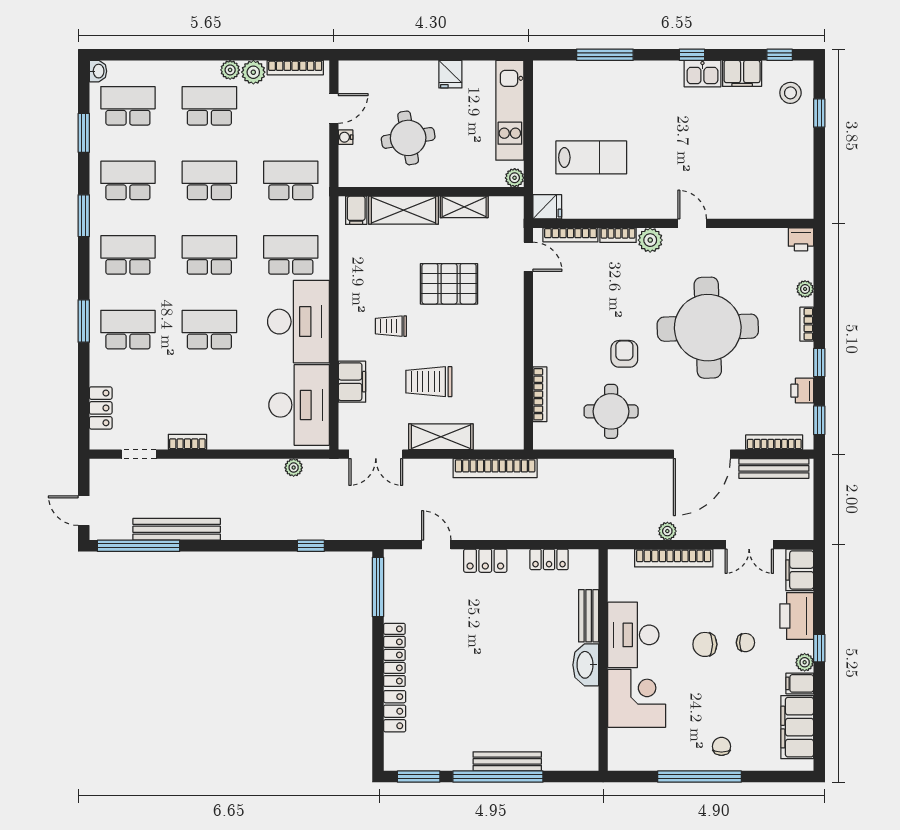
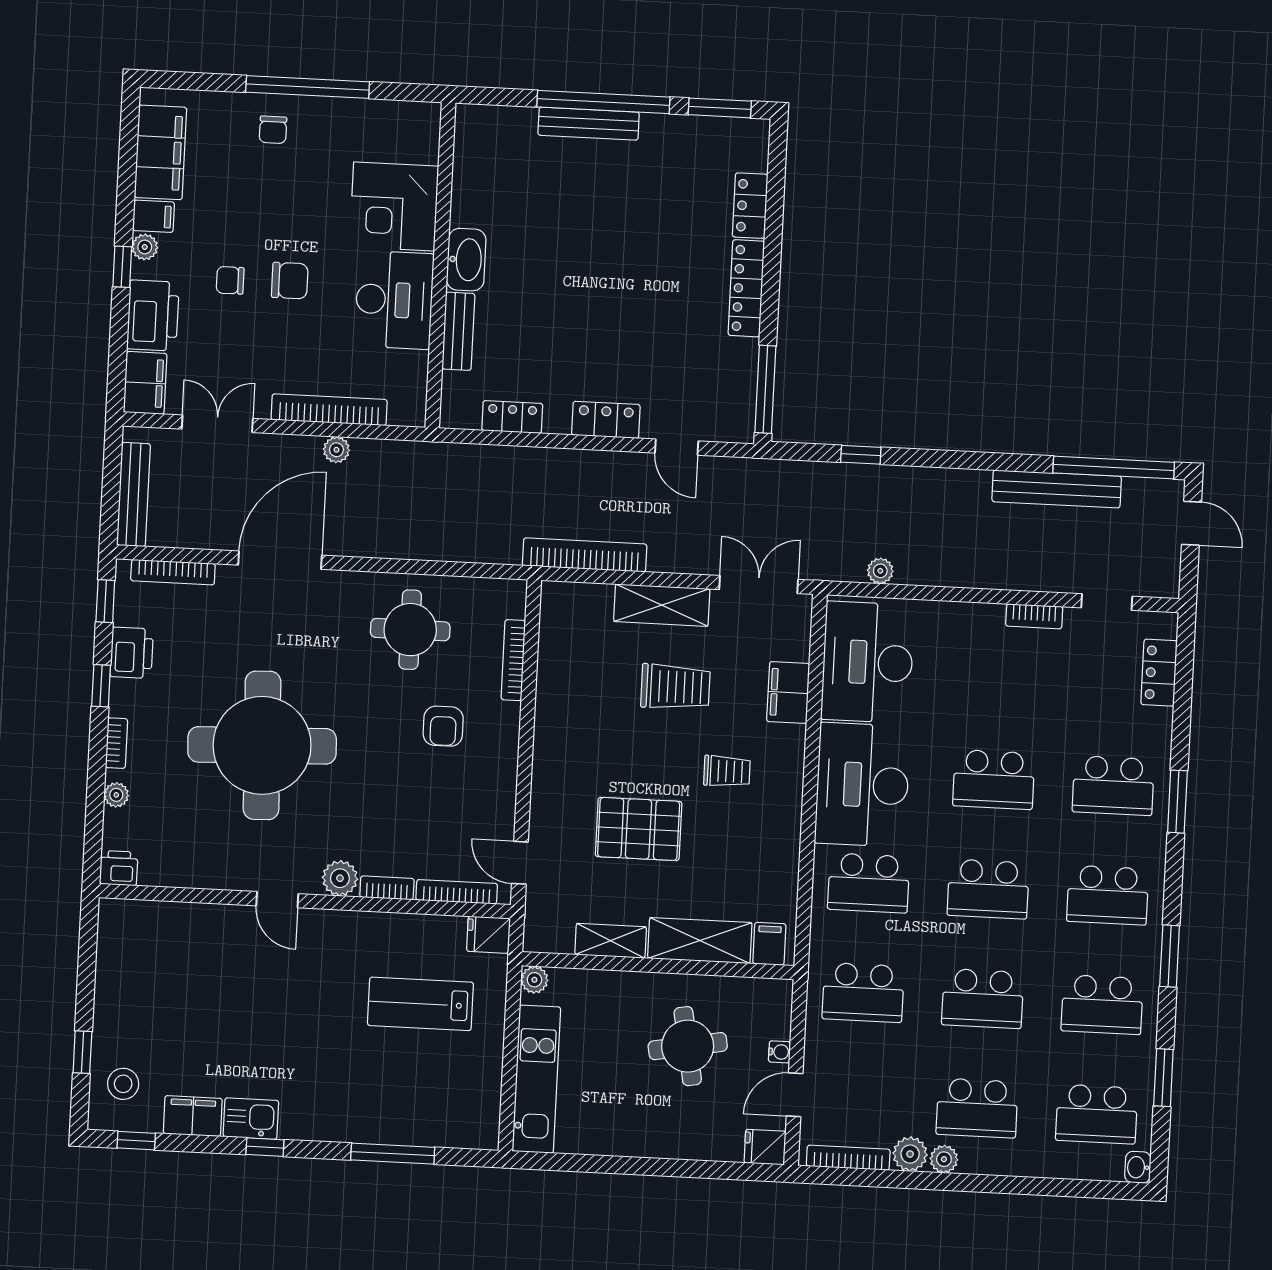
fridge: (450, 74) -> (765, 1147), moved, turned -90
armchair: (624, 354) -> (443, 726), moved
printer: (802, 391) -> (132, 653), width x1.36, depth x1.24
bench: (774, 468) -> (133, 494), moved, turned 90

